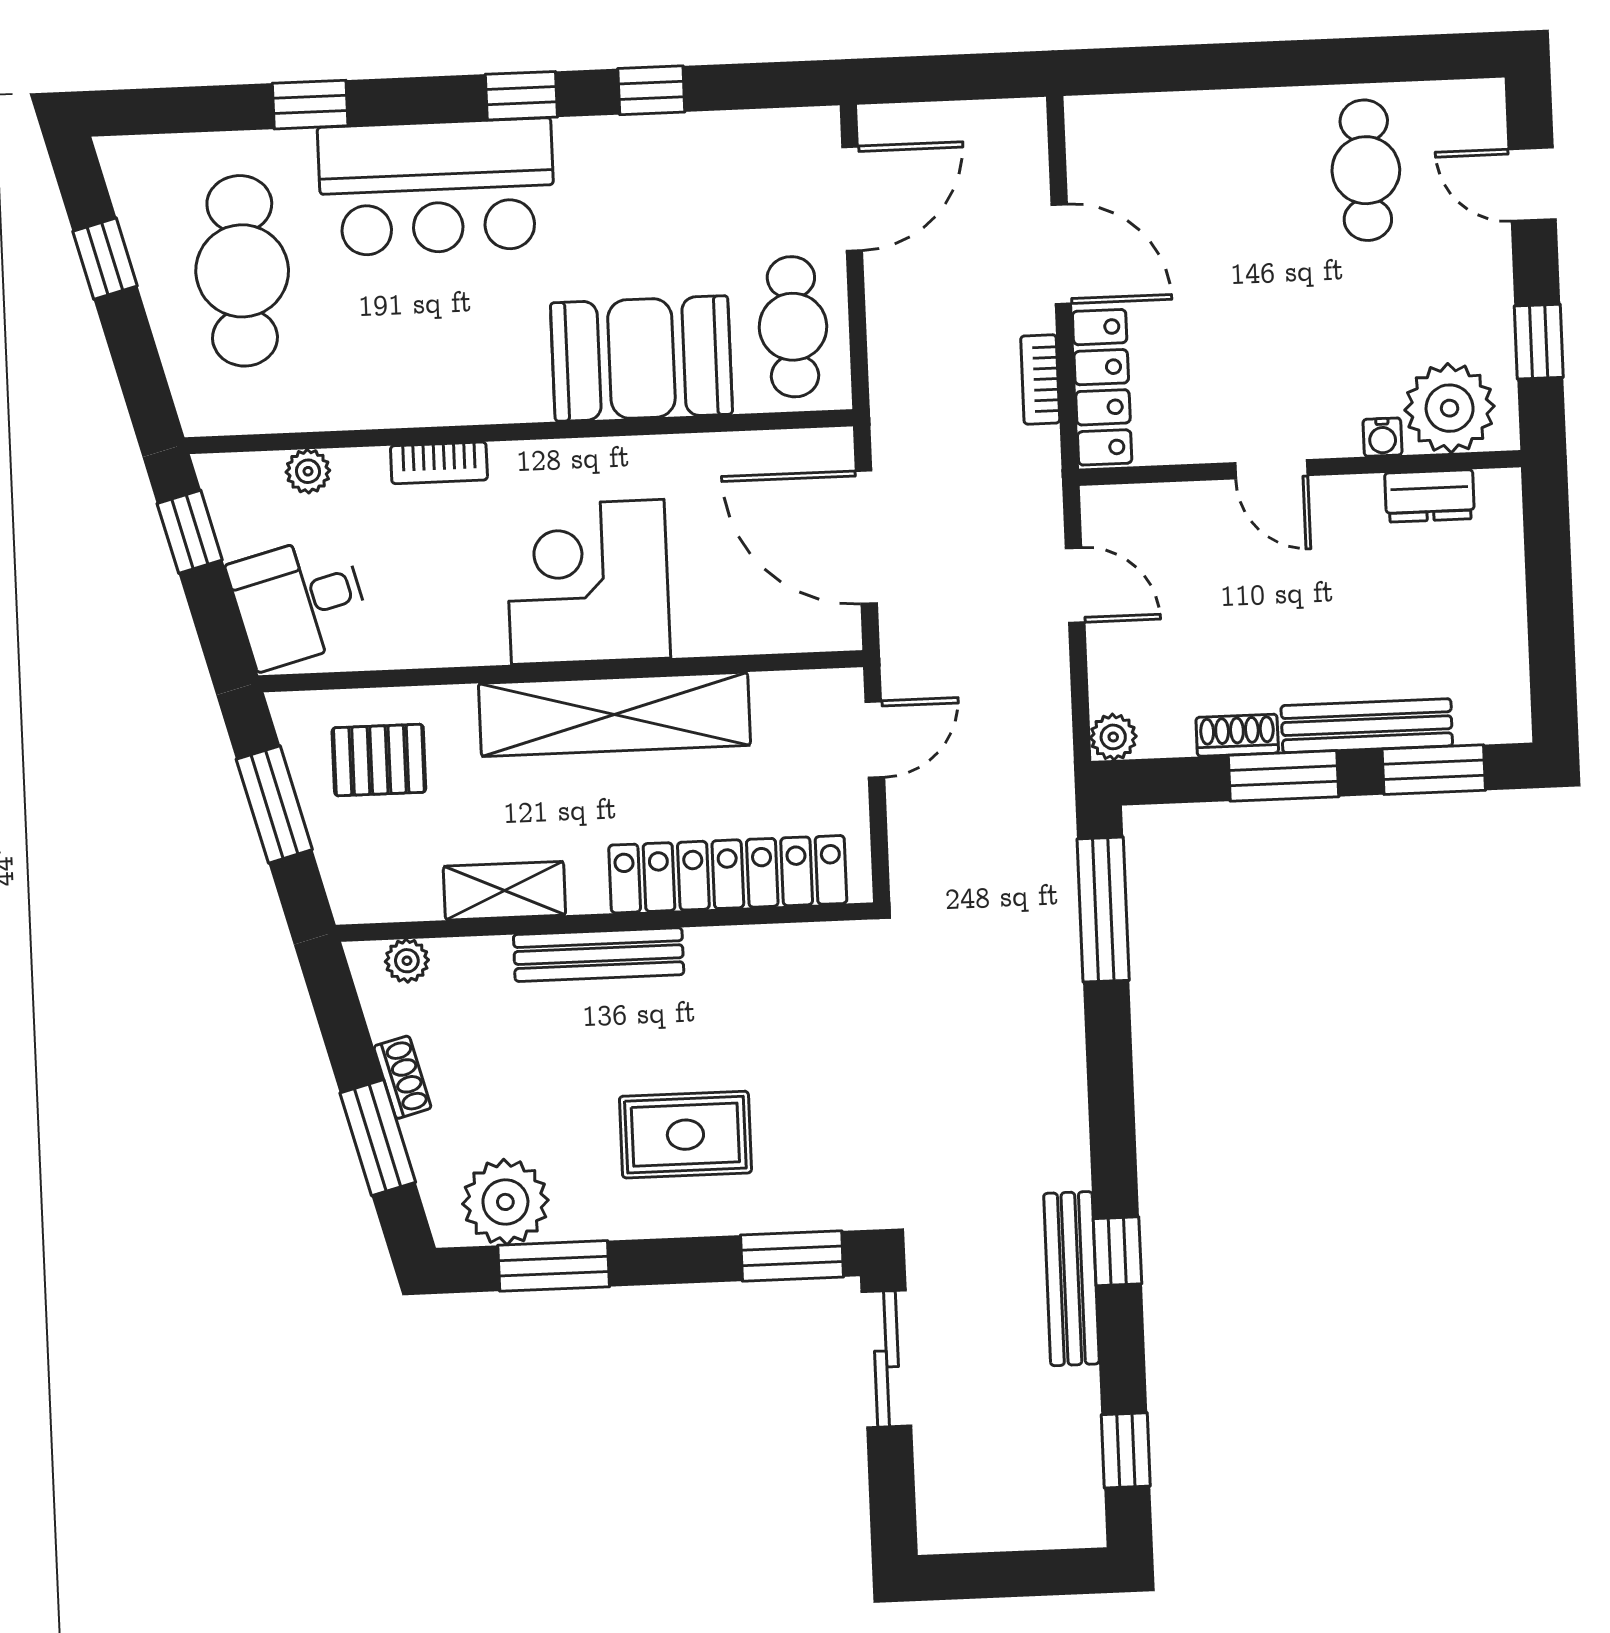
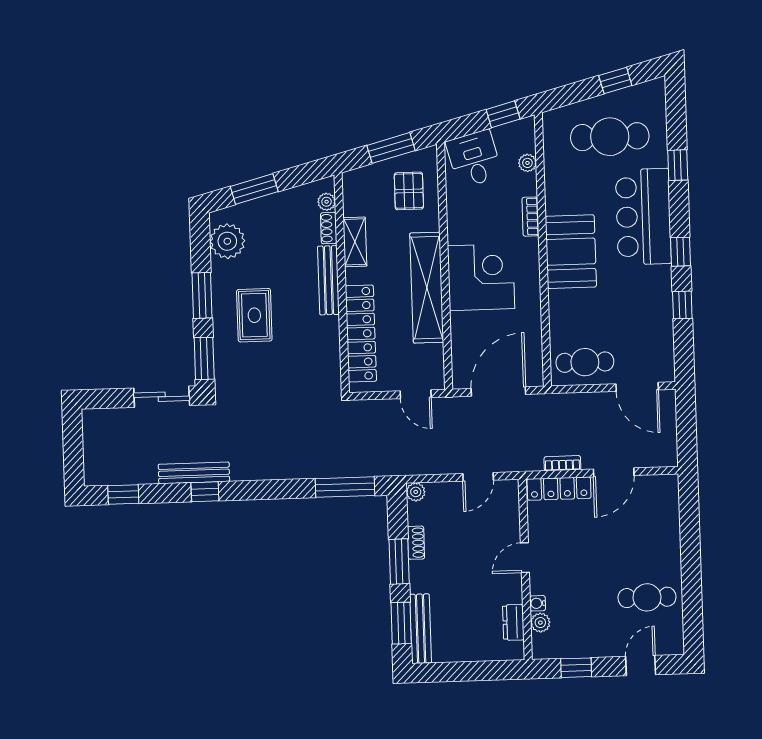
booth: (641, 358) -> (571, 252), moved
plant: (1450, 408) -> (540, 623), width x0.53, depth x0.53
bench: (1367, 726) -> (420, 629), moved
shoe rack: (402, 1077) -> (329, 228), moved, turned 105
window: (554, 1266) -> (202, 295), moved

